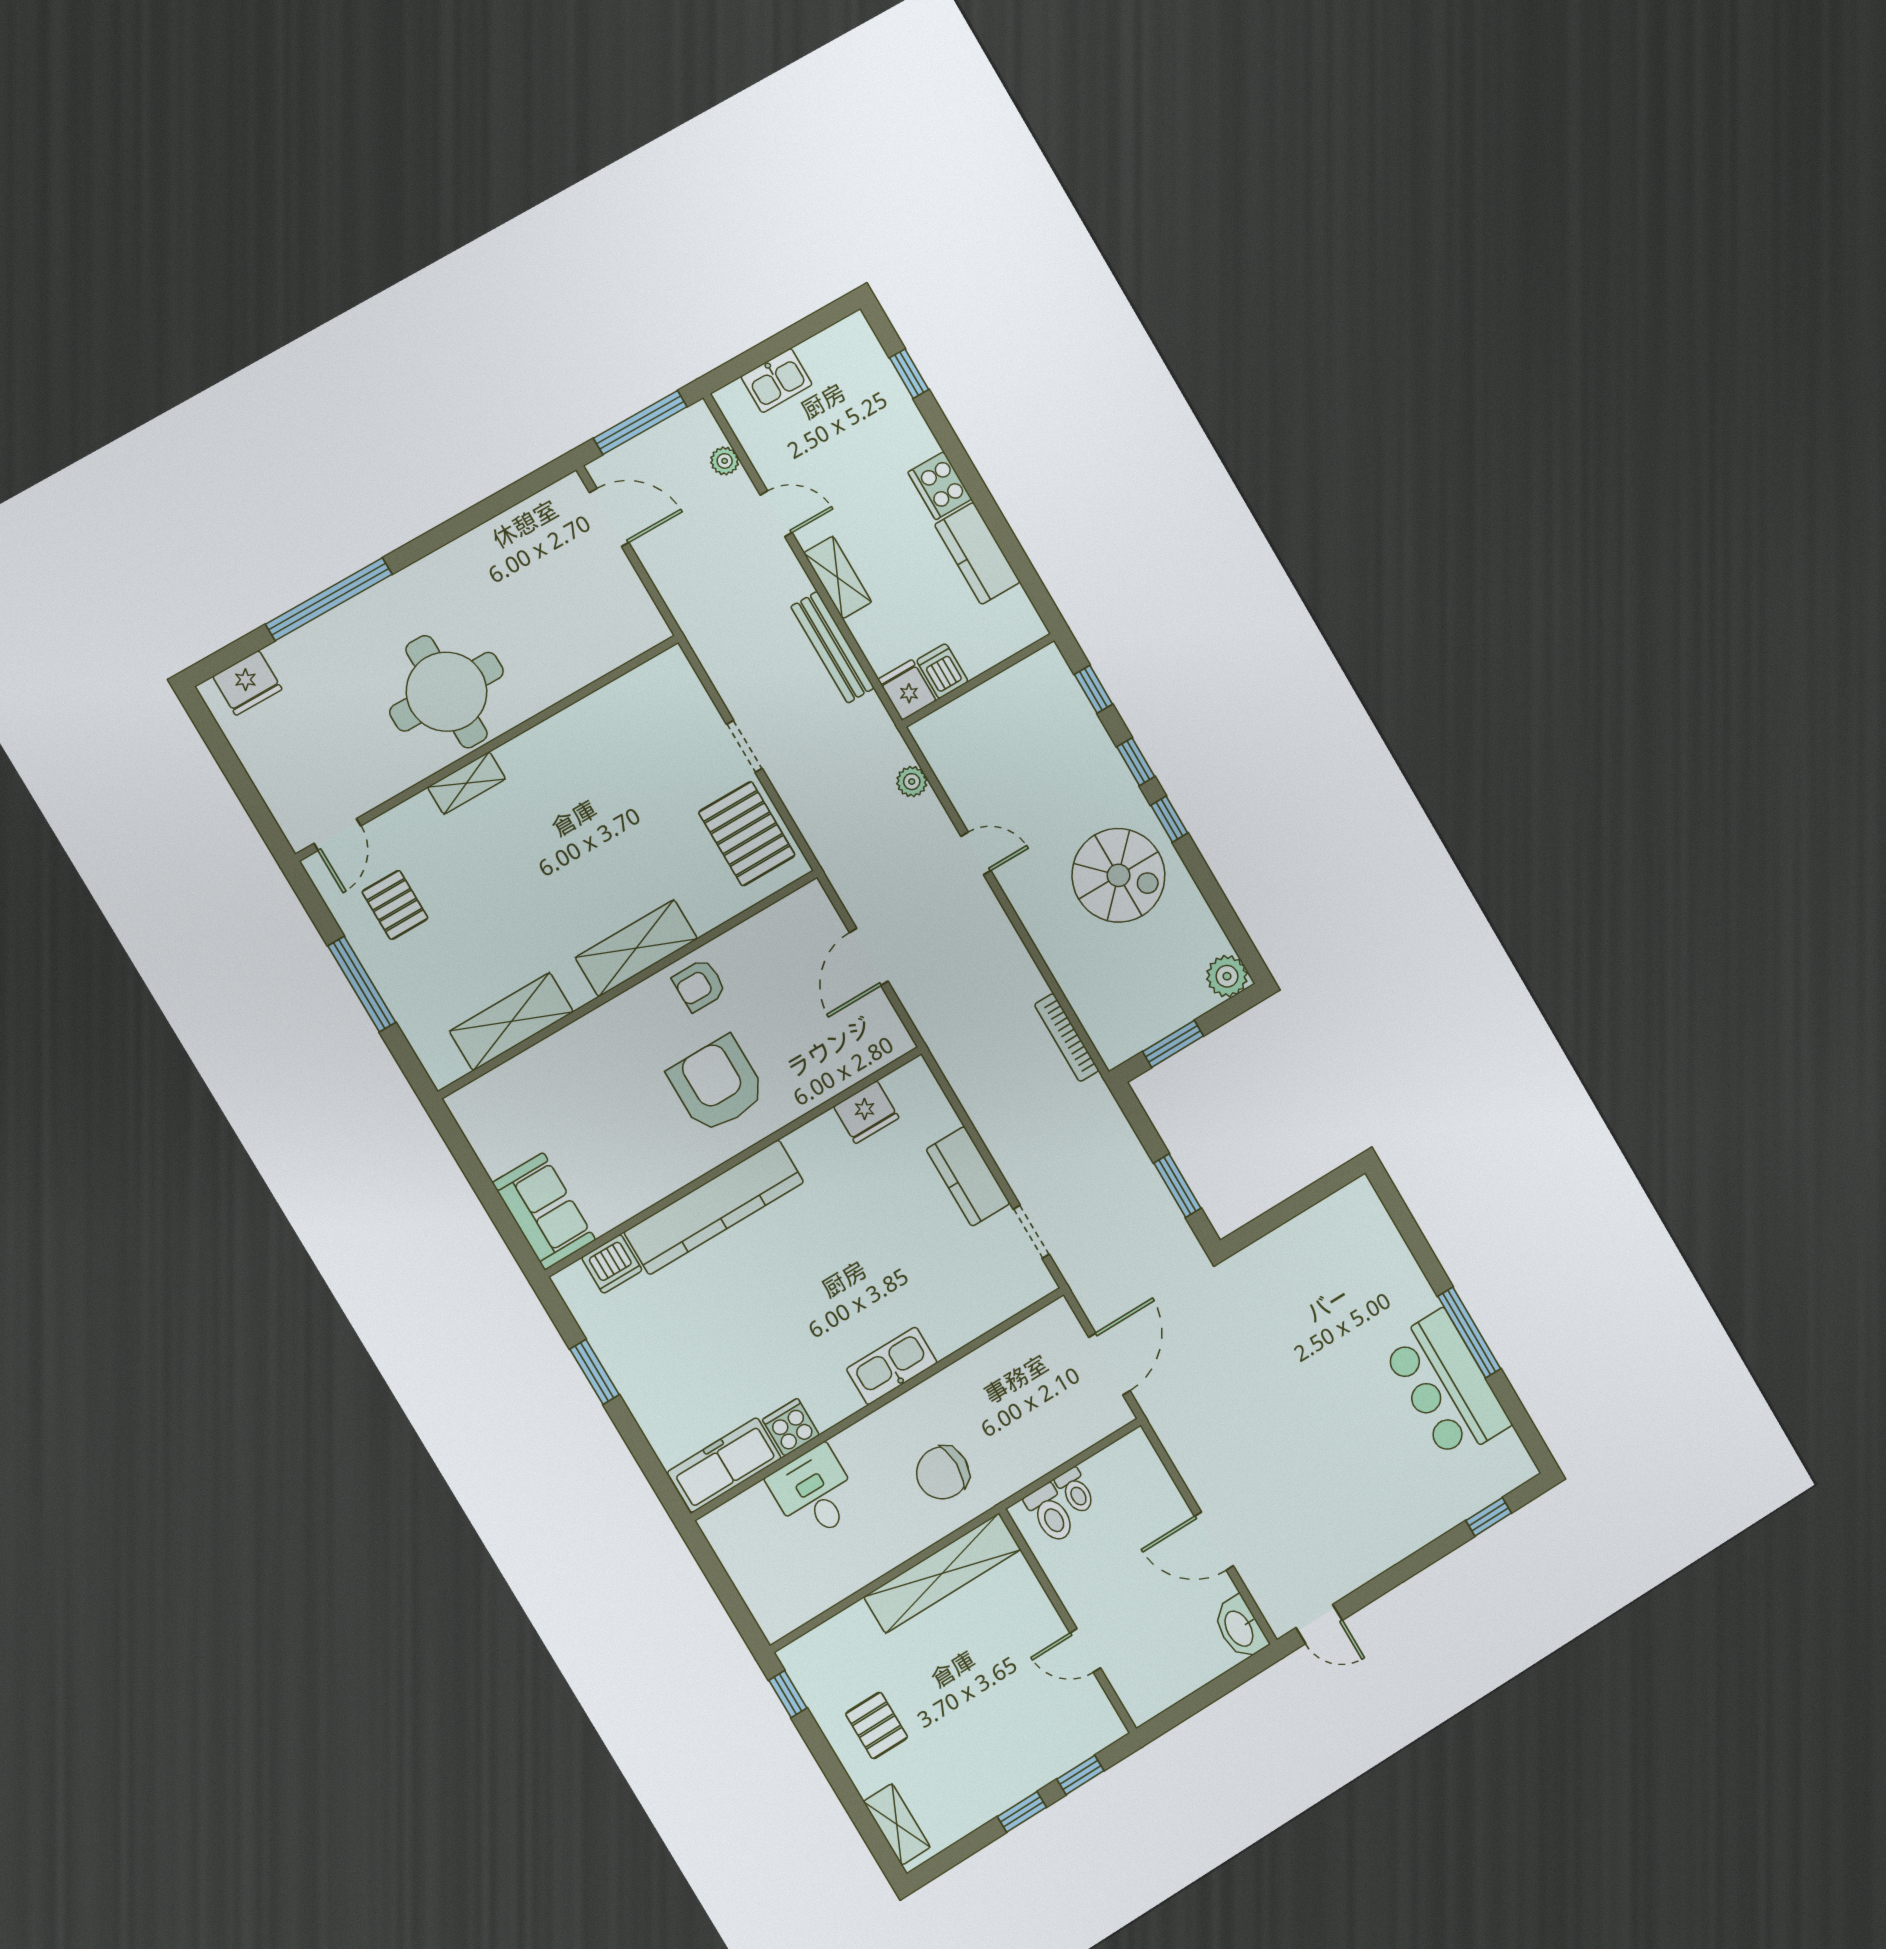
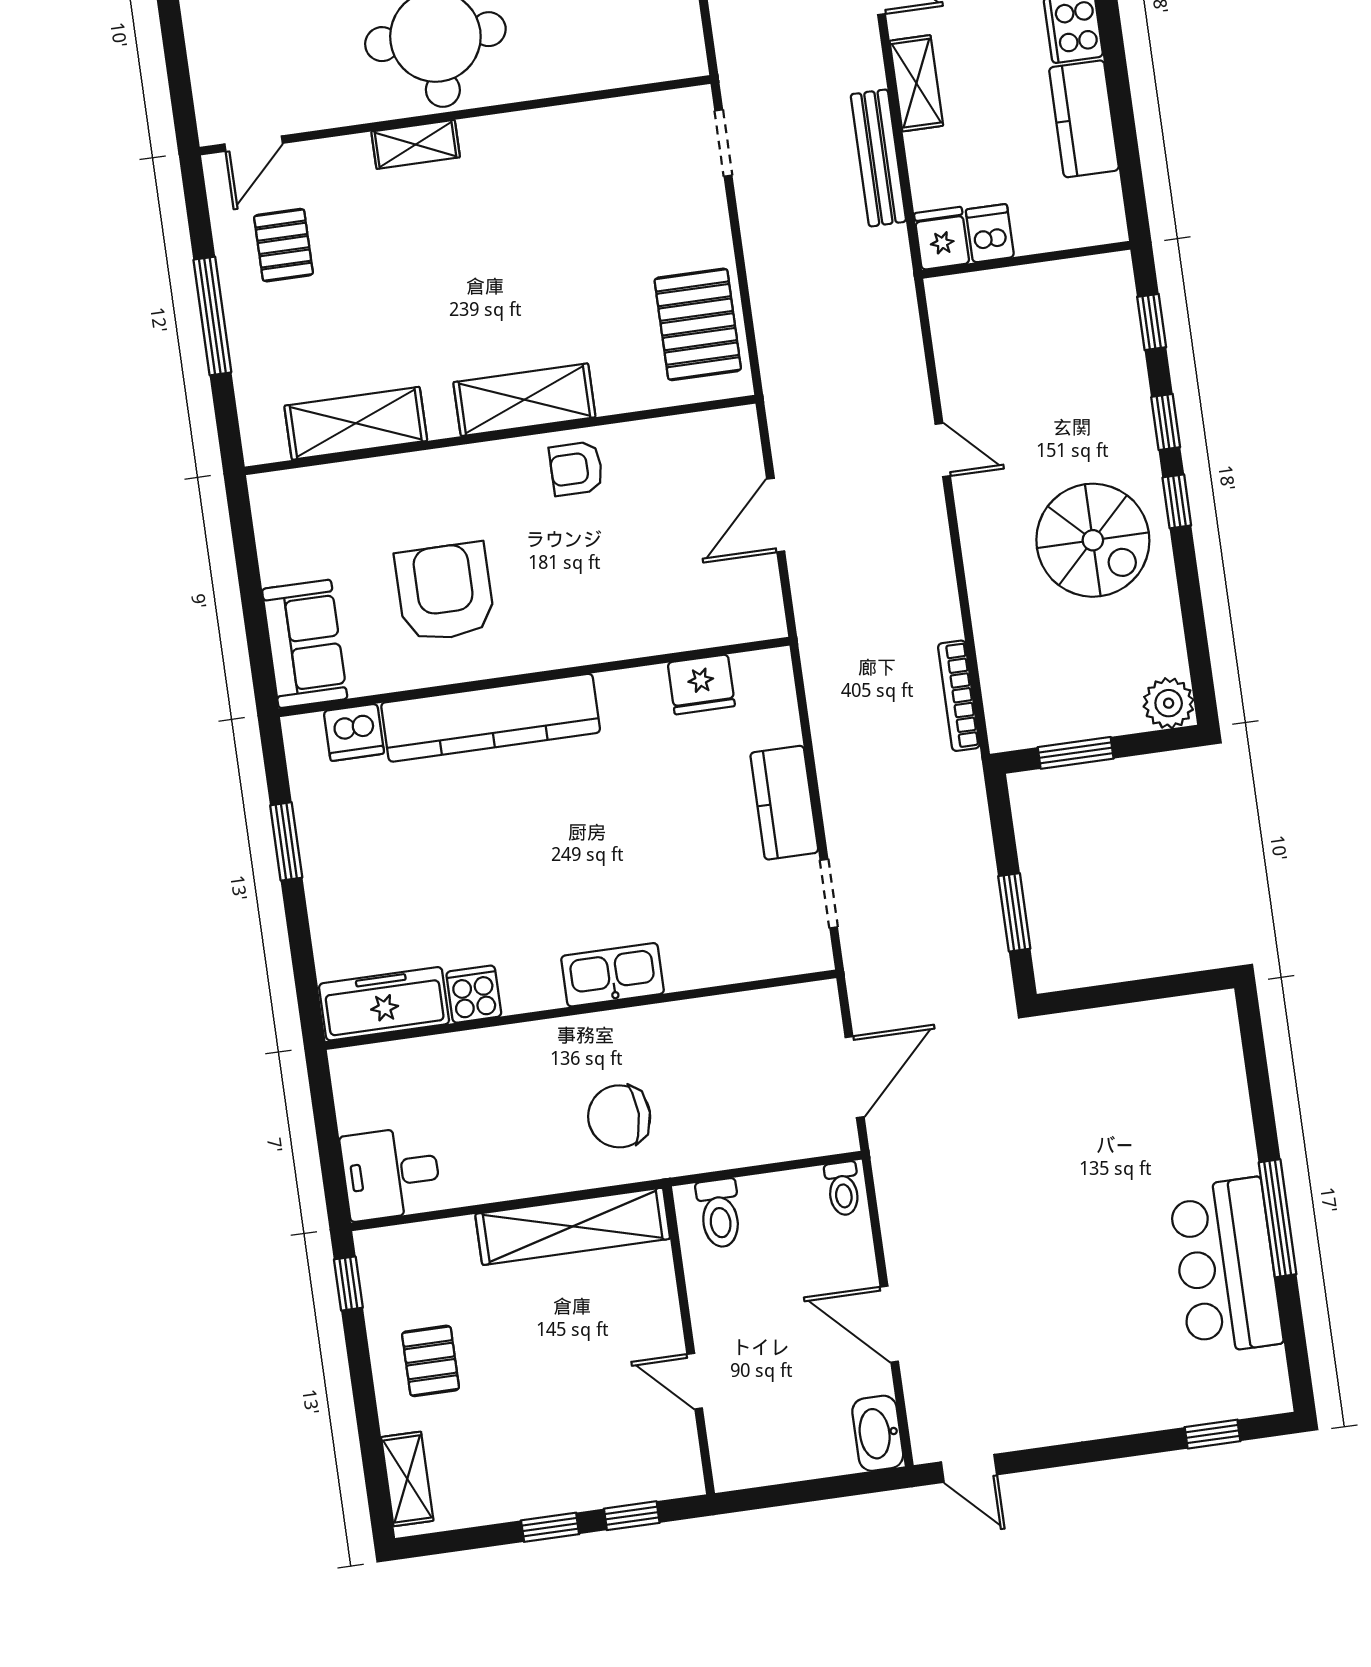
doorway: (744, 746) -> (723, 143), moved
plant: (912, 782) -> (904, 342), removed
armchair: (717, 1085) -> (445, 592), moved
toilet: (1075, 1491) -> (843, 1189), moved
desk: (814, 1493) -> (391, 1173), moved, turned -90

